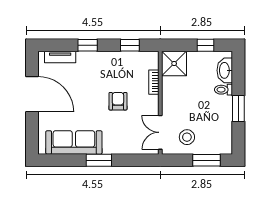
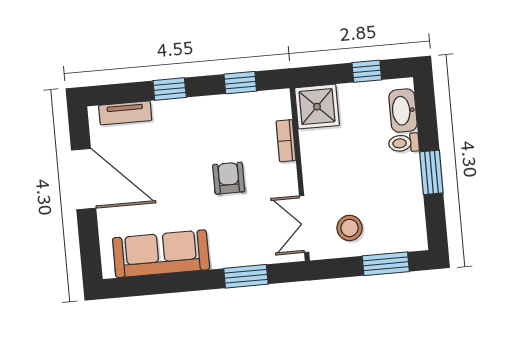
window: (99, 160) -> (246, 276), moved

